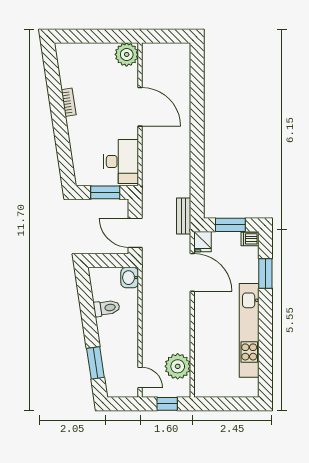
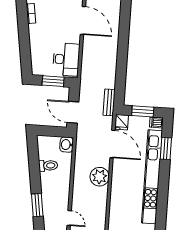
kitchen unit: (249, 330) -> (152, 177), width x1.36
plant: (178, 366) -> (100, 177), moved

